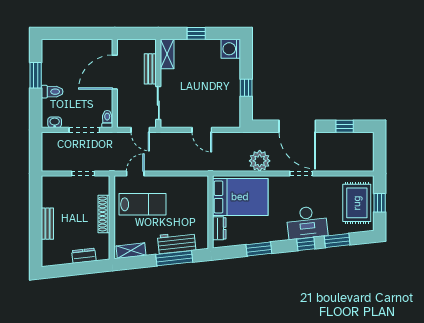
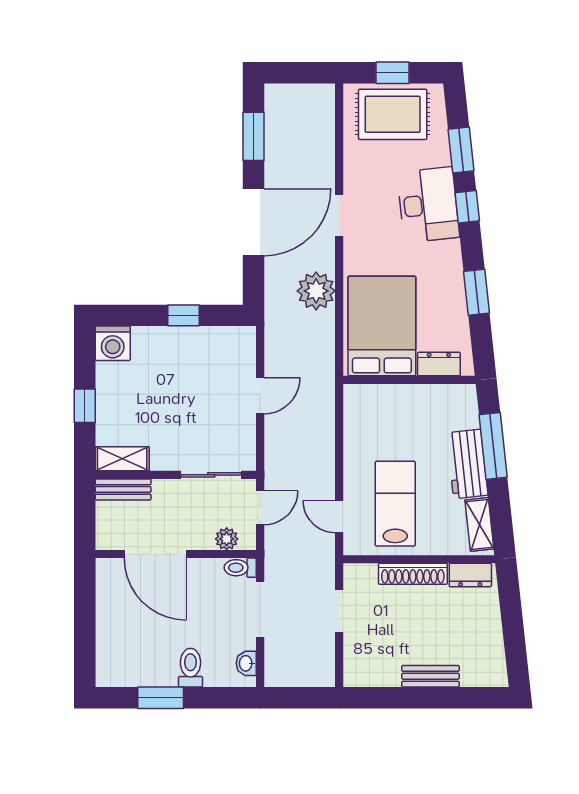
bench: (150, 69) -> (123, 489), moved
plant: (123, 111) -> (227, 539), added
window: (345, 126) -> (253, 136), width x1.50
workbench: (177, 243) -> (467, 464), moved
dresser: (84, 256) -> (470, 575), moved, turned -84

